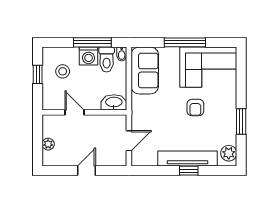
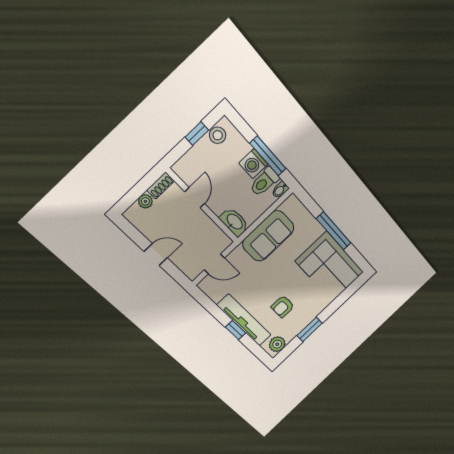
sofa: (145, 70) -> (268, 236), moved
stool: (63, 71) -> (218, 135), moved
armchair: (195, 107) -> (283, 306), moved
shoe rack: (47, 126) -> (161, 186), added

